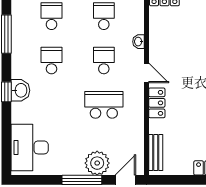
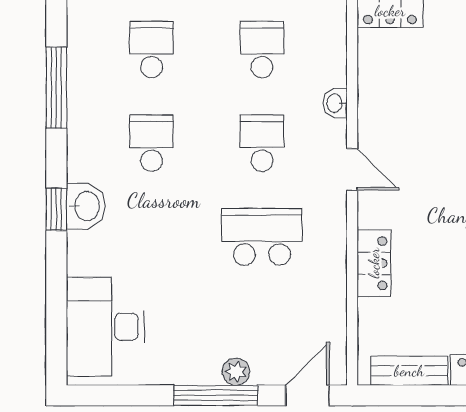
locker: (157, 103) -> (374, 263), moved
bench: (156, 153) -> (409, 371), moved, turned 90
plant: (97, 163) -> (236, 372), width x0.53, depth x0.53

